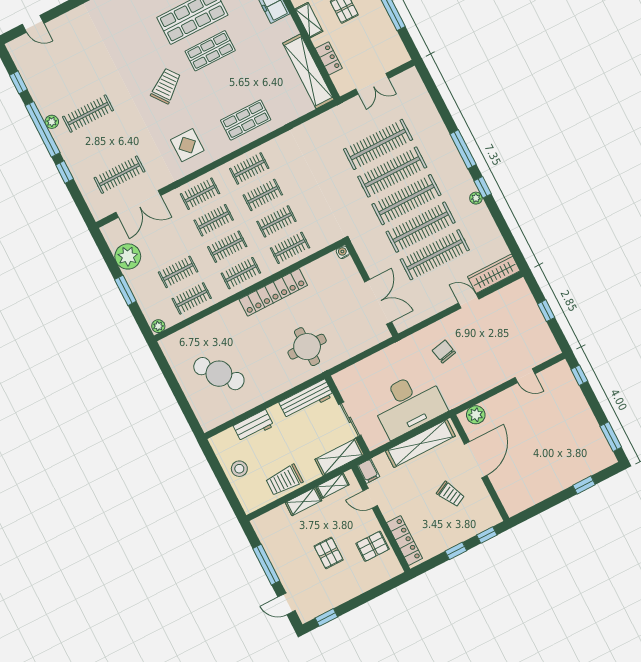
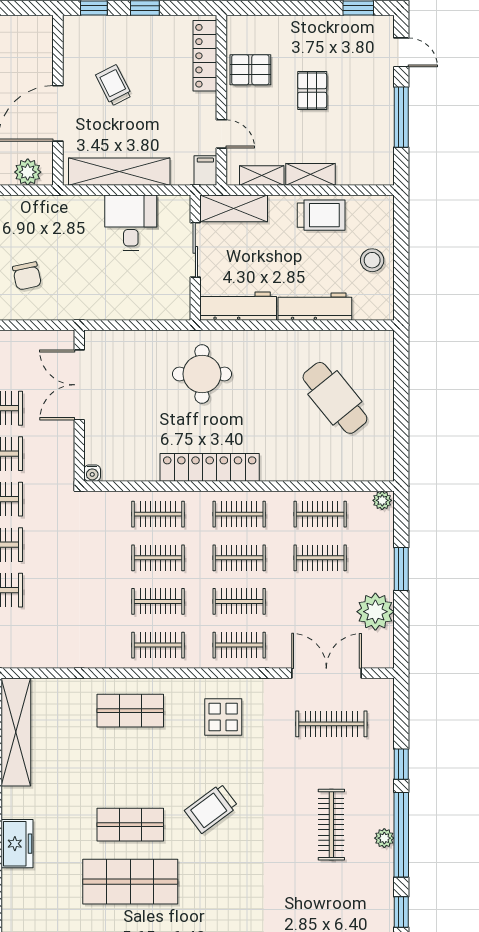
clothes rail: (88, 114) -> (331, 825), turned 90
desk: (408, 404) -> (131, 223), width x0.53, depth x0.77
workbench: (253, 426) -> (315, 307), width x1.38

